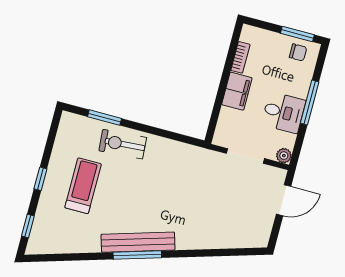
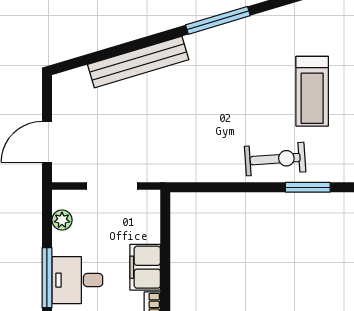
desk: (284, 112) -> (77, 280), moved
plant: (284, 156) -> (62, 220), moved
bench: (138, 242) -> (138, 62), moved

